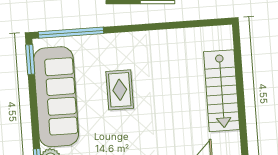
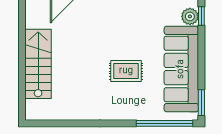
rug: (120, 90) -> (126, 71), turned 90

